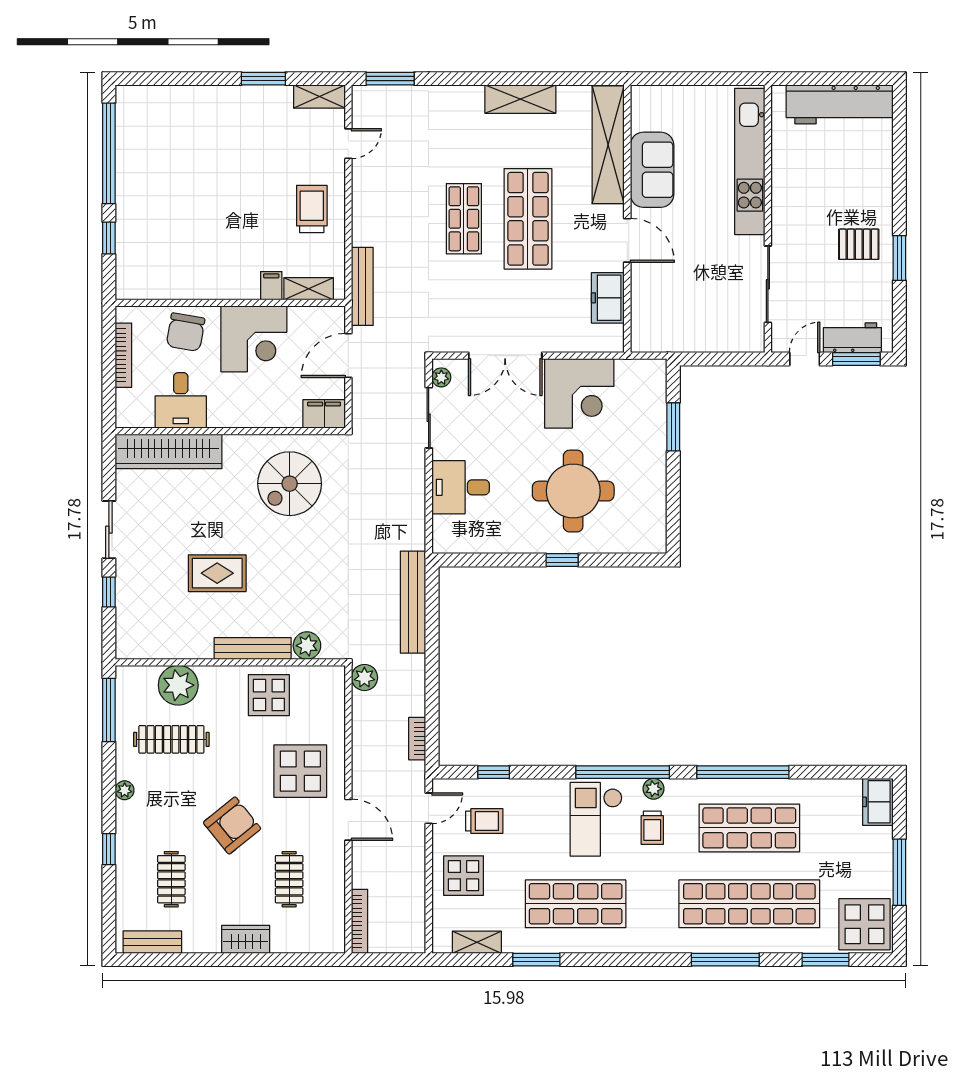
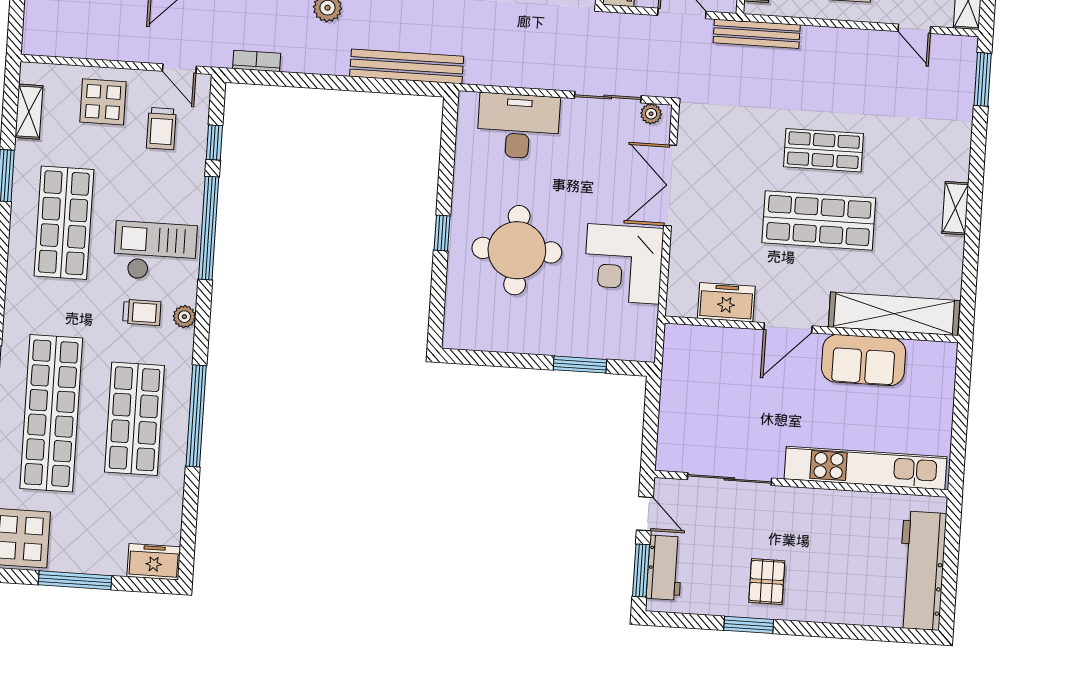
shelving: (520, 99) -> (955, 208), width x0.67, depth x0.75
desk: (461, 487) -> (518, 126), width x1.37
window: (623, 772) -> (209, 228), moved
trolley: (652, 828) -> (142, 312), turned 180

